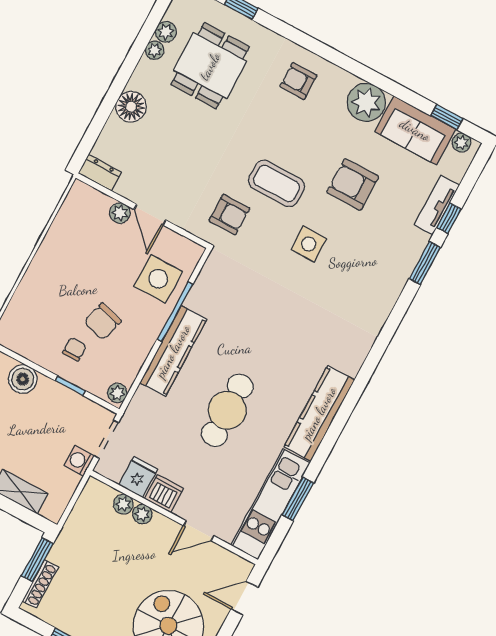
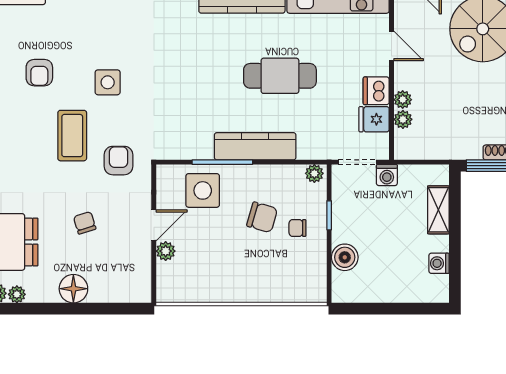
chair: (188, 151) -> (85, 223), added
dresser: (100, 173) -> (141, 285), removed
armchair: (353, 184) -> (39, 73), width x0.72, depth x0.72

